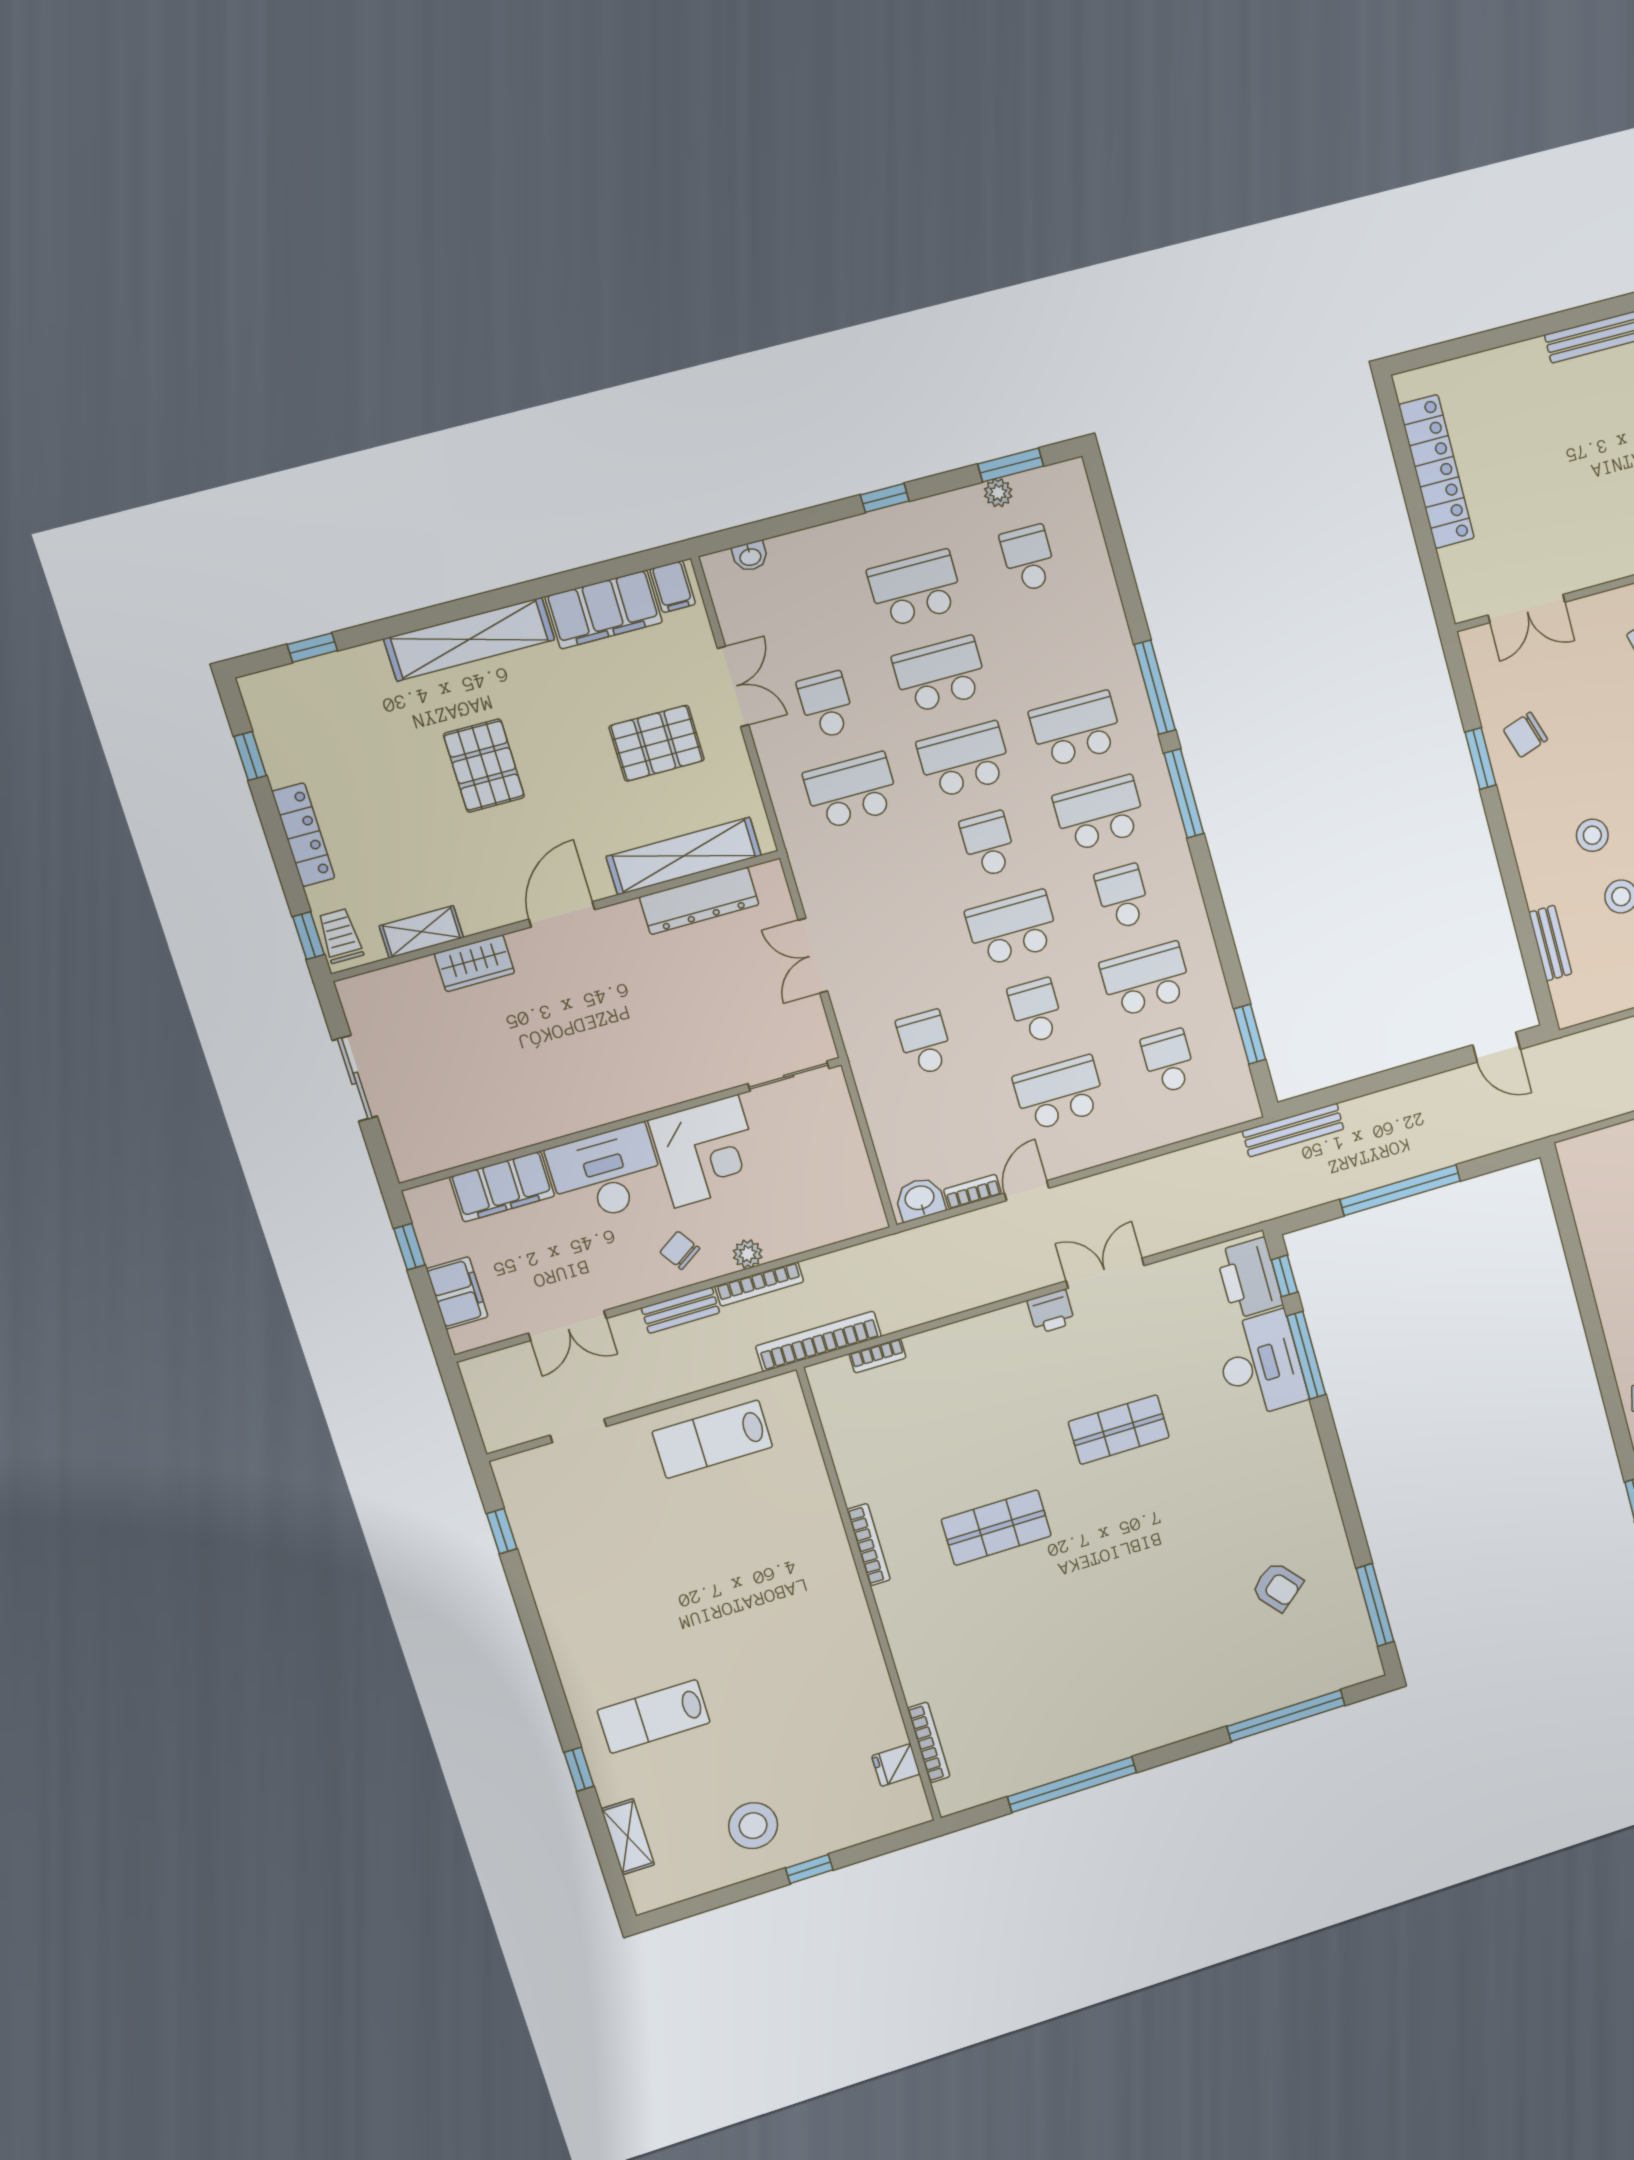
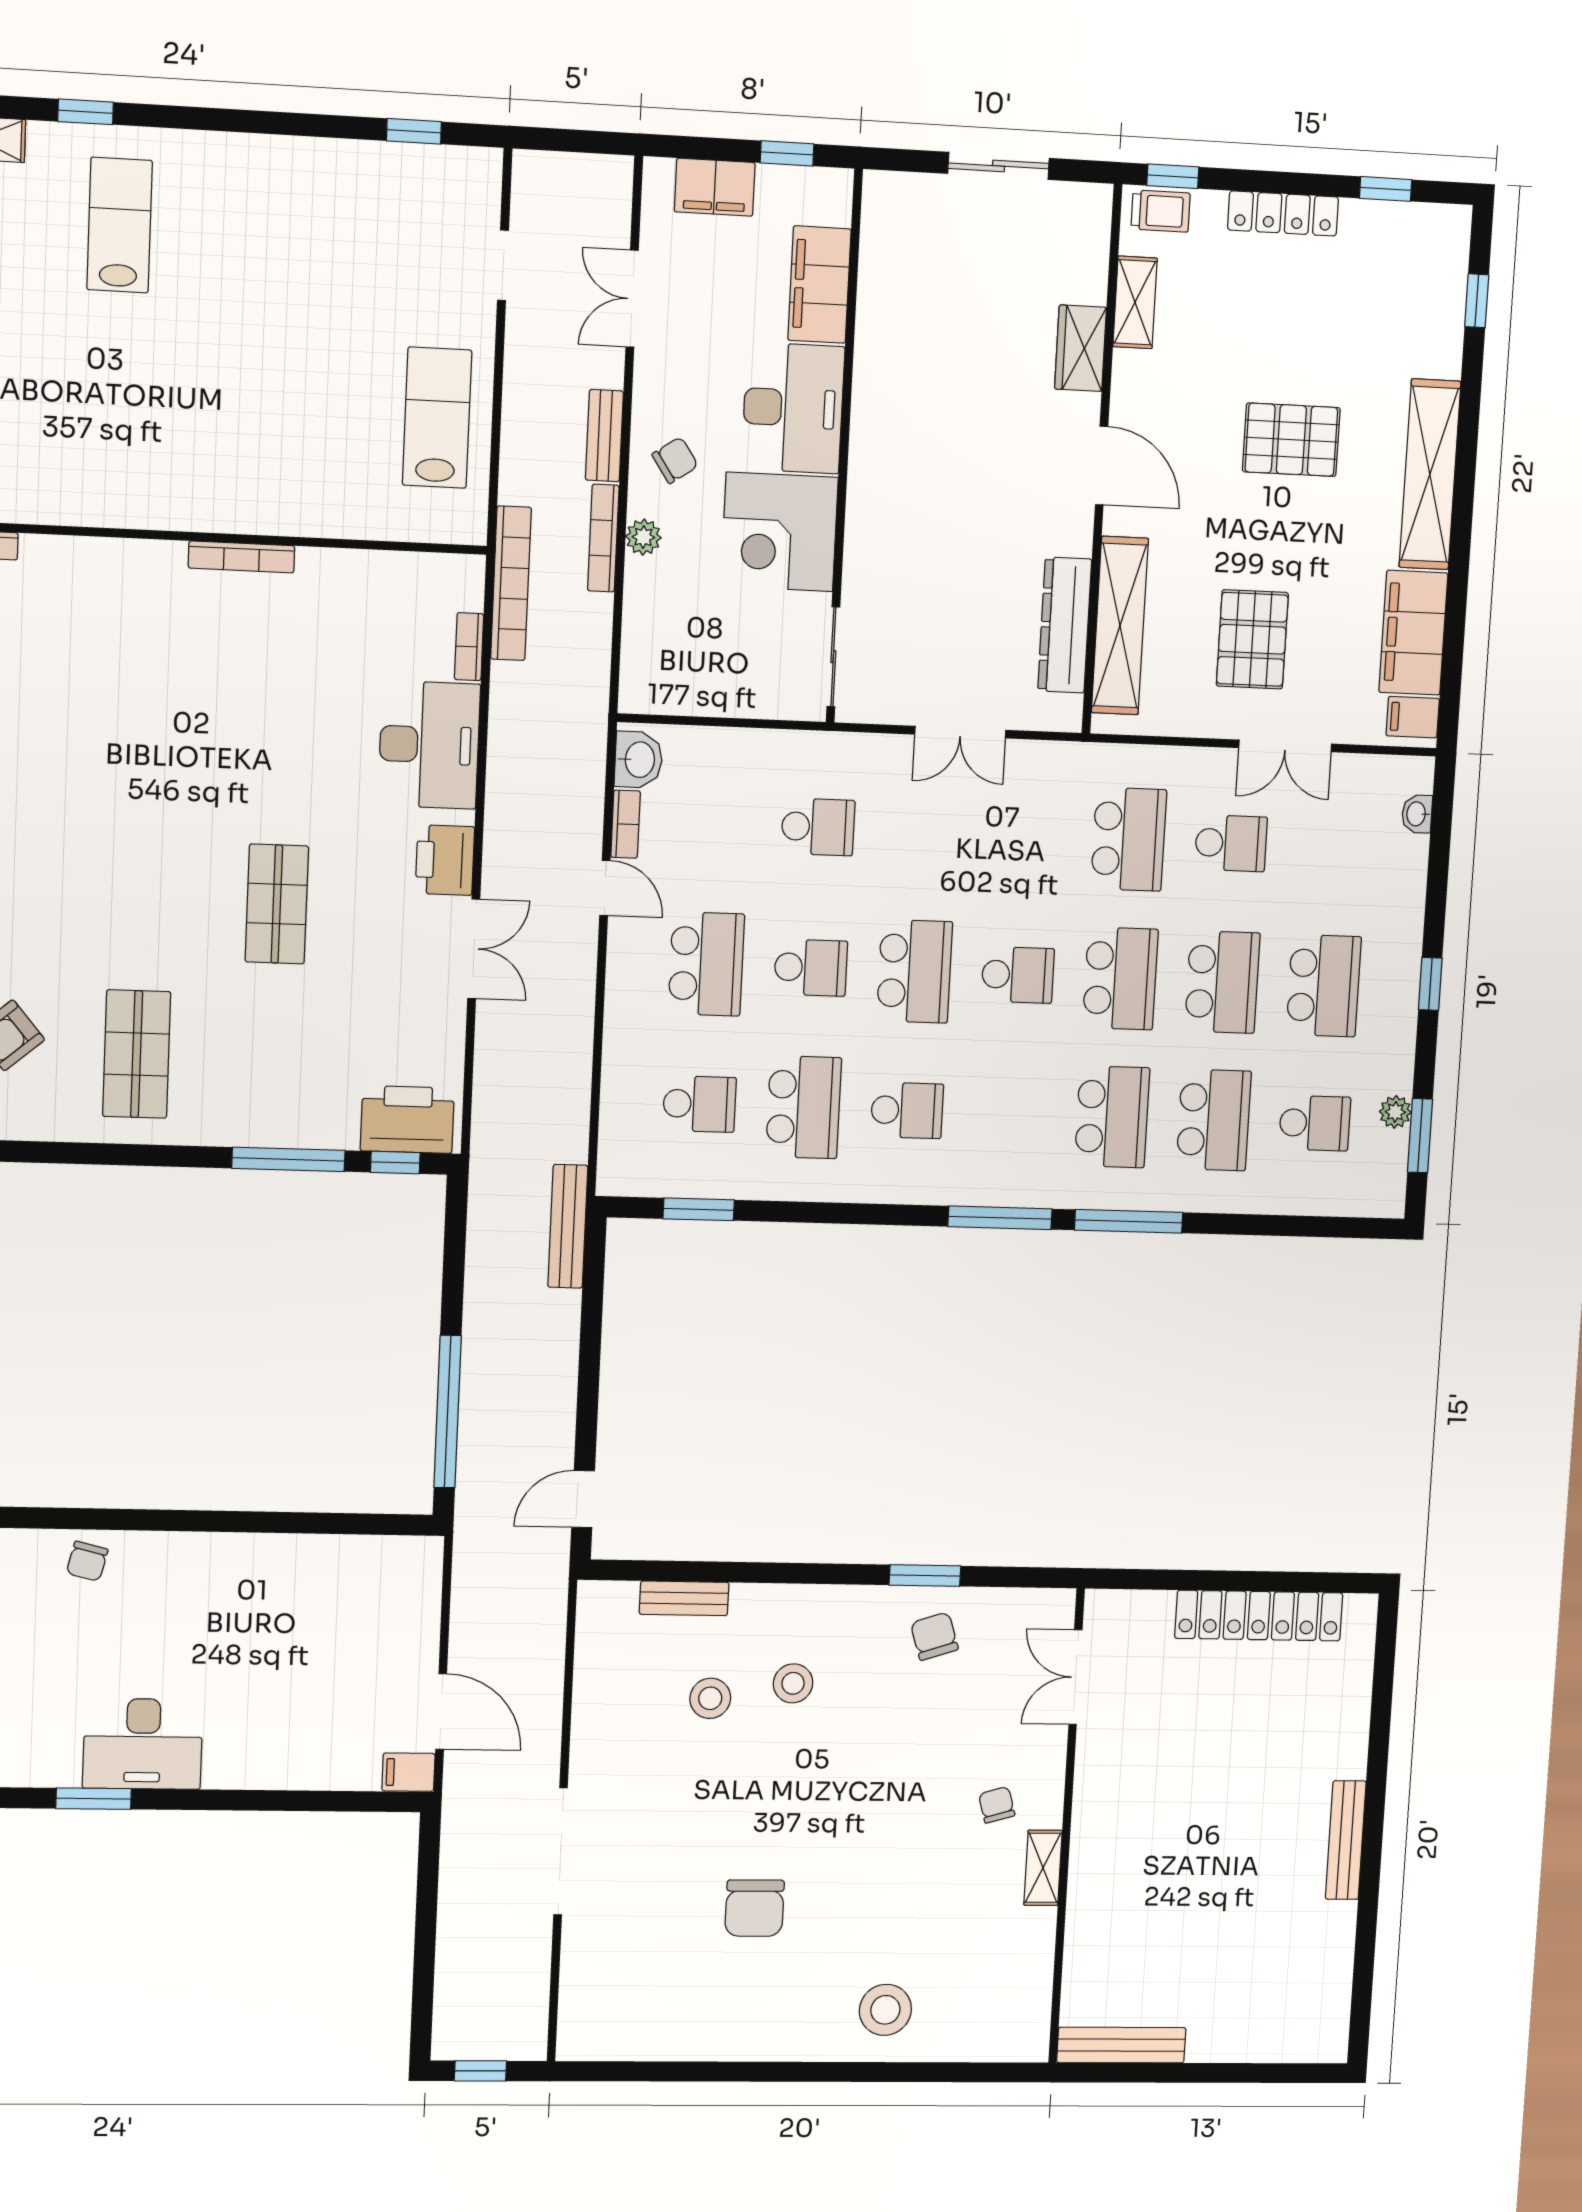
school desk: (1100, 813) -> (1214, 1120), moved
double door: (813, 956) -> (960, 732), swing flipped
window: (1400, 1190) -> (448, 1412), moved
printer: (1051, 1312) -> (445, 860), width x1.36, depth x1.24
desk: (1261, 1365) -> (429, 745), moved, turned -90
shop shelf: (996, 1528) -> (137, 1054), moved

